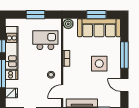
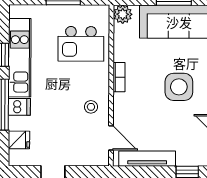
kitchen island: (45, 40) -> (81, 44), turned 180
door: (62, 92) -> (111, 138), swing flipped

